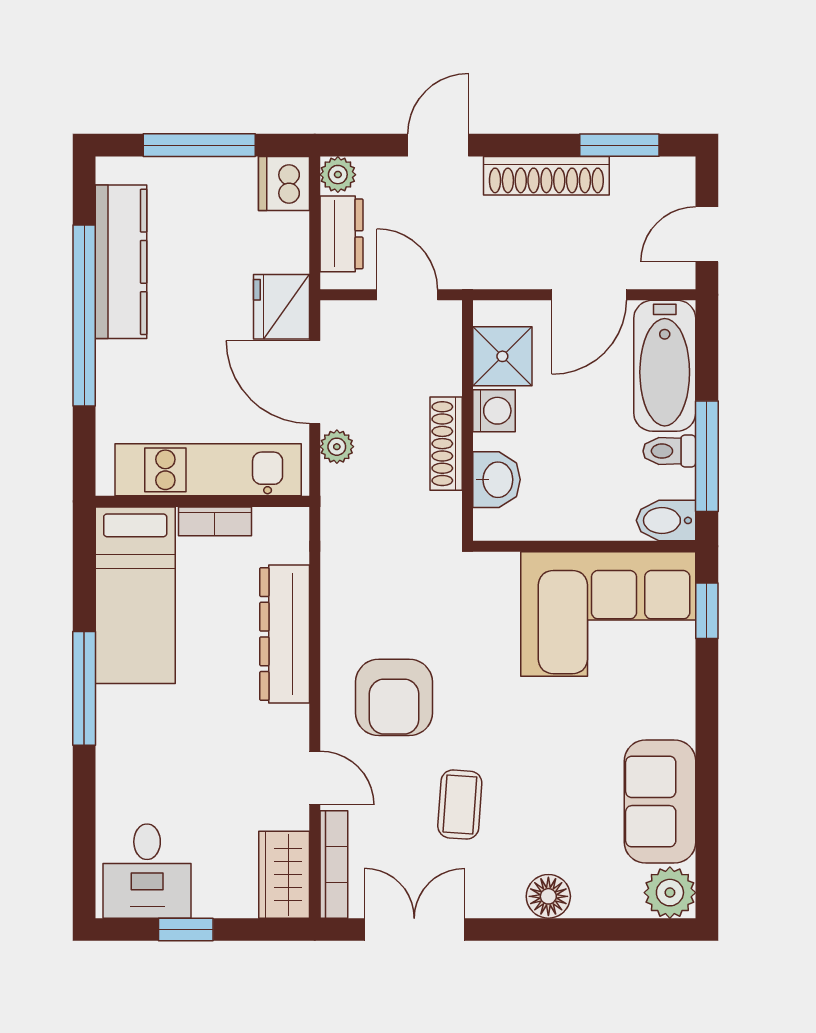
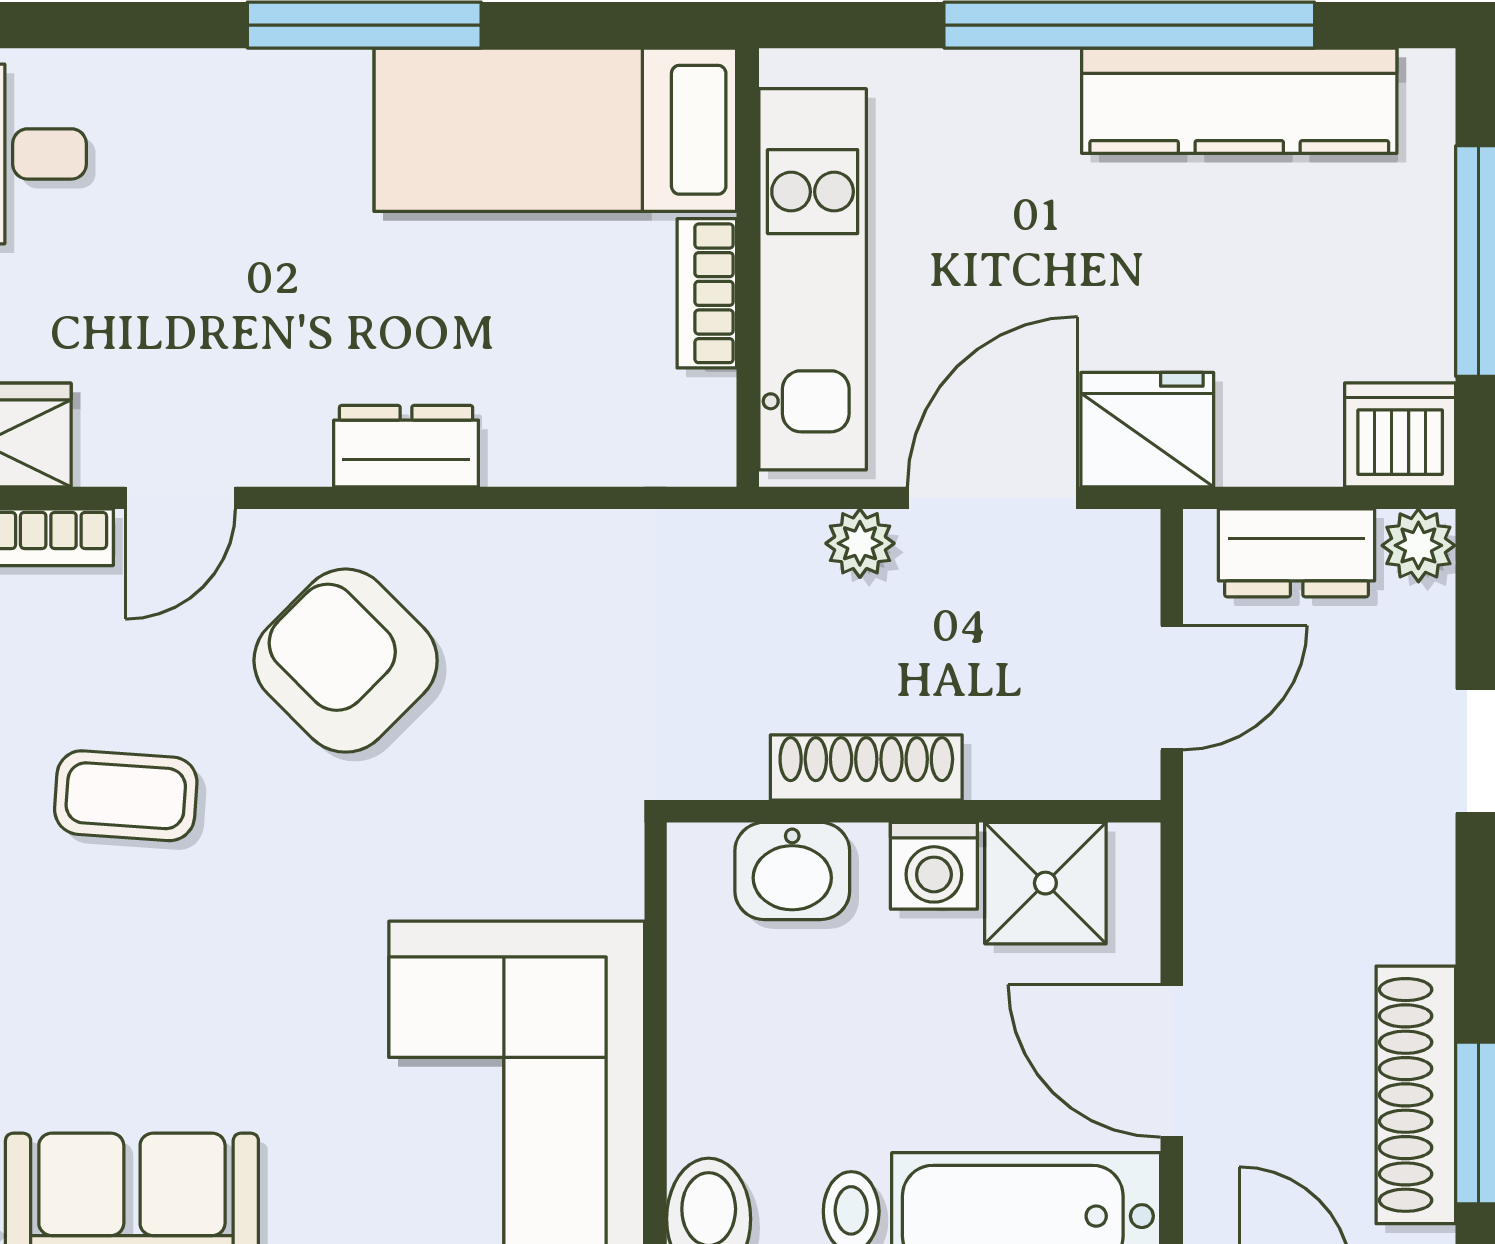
shoe rack: (546, 176) -> (1416, 1095), moved
dresser: (285, 634) -> (406, 446), width x0.51, depth x0.80
armchair: (394, 697) -> (346, 661), turned 45

